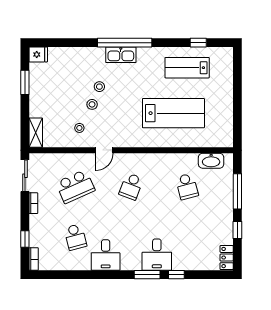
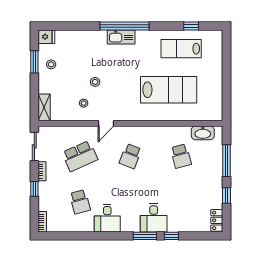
stool: (99, 87) -> (51, 64), moved
window: (25, 239) -> (34, 189), moved

